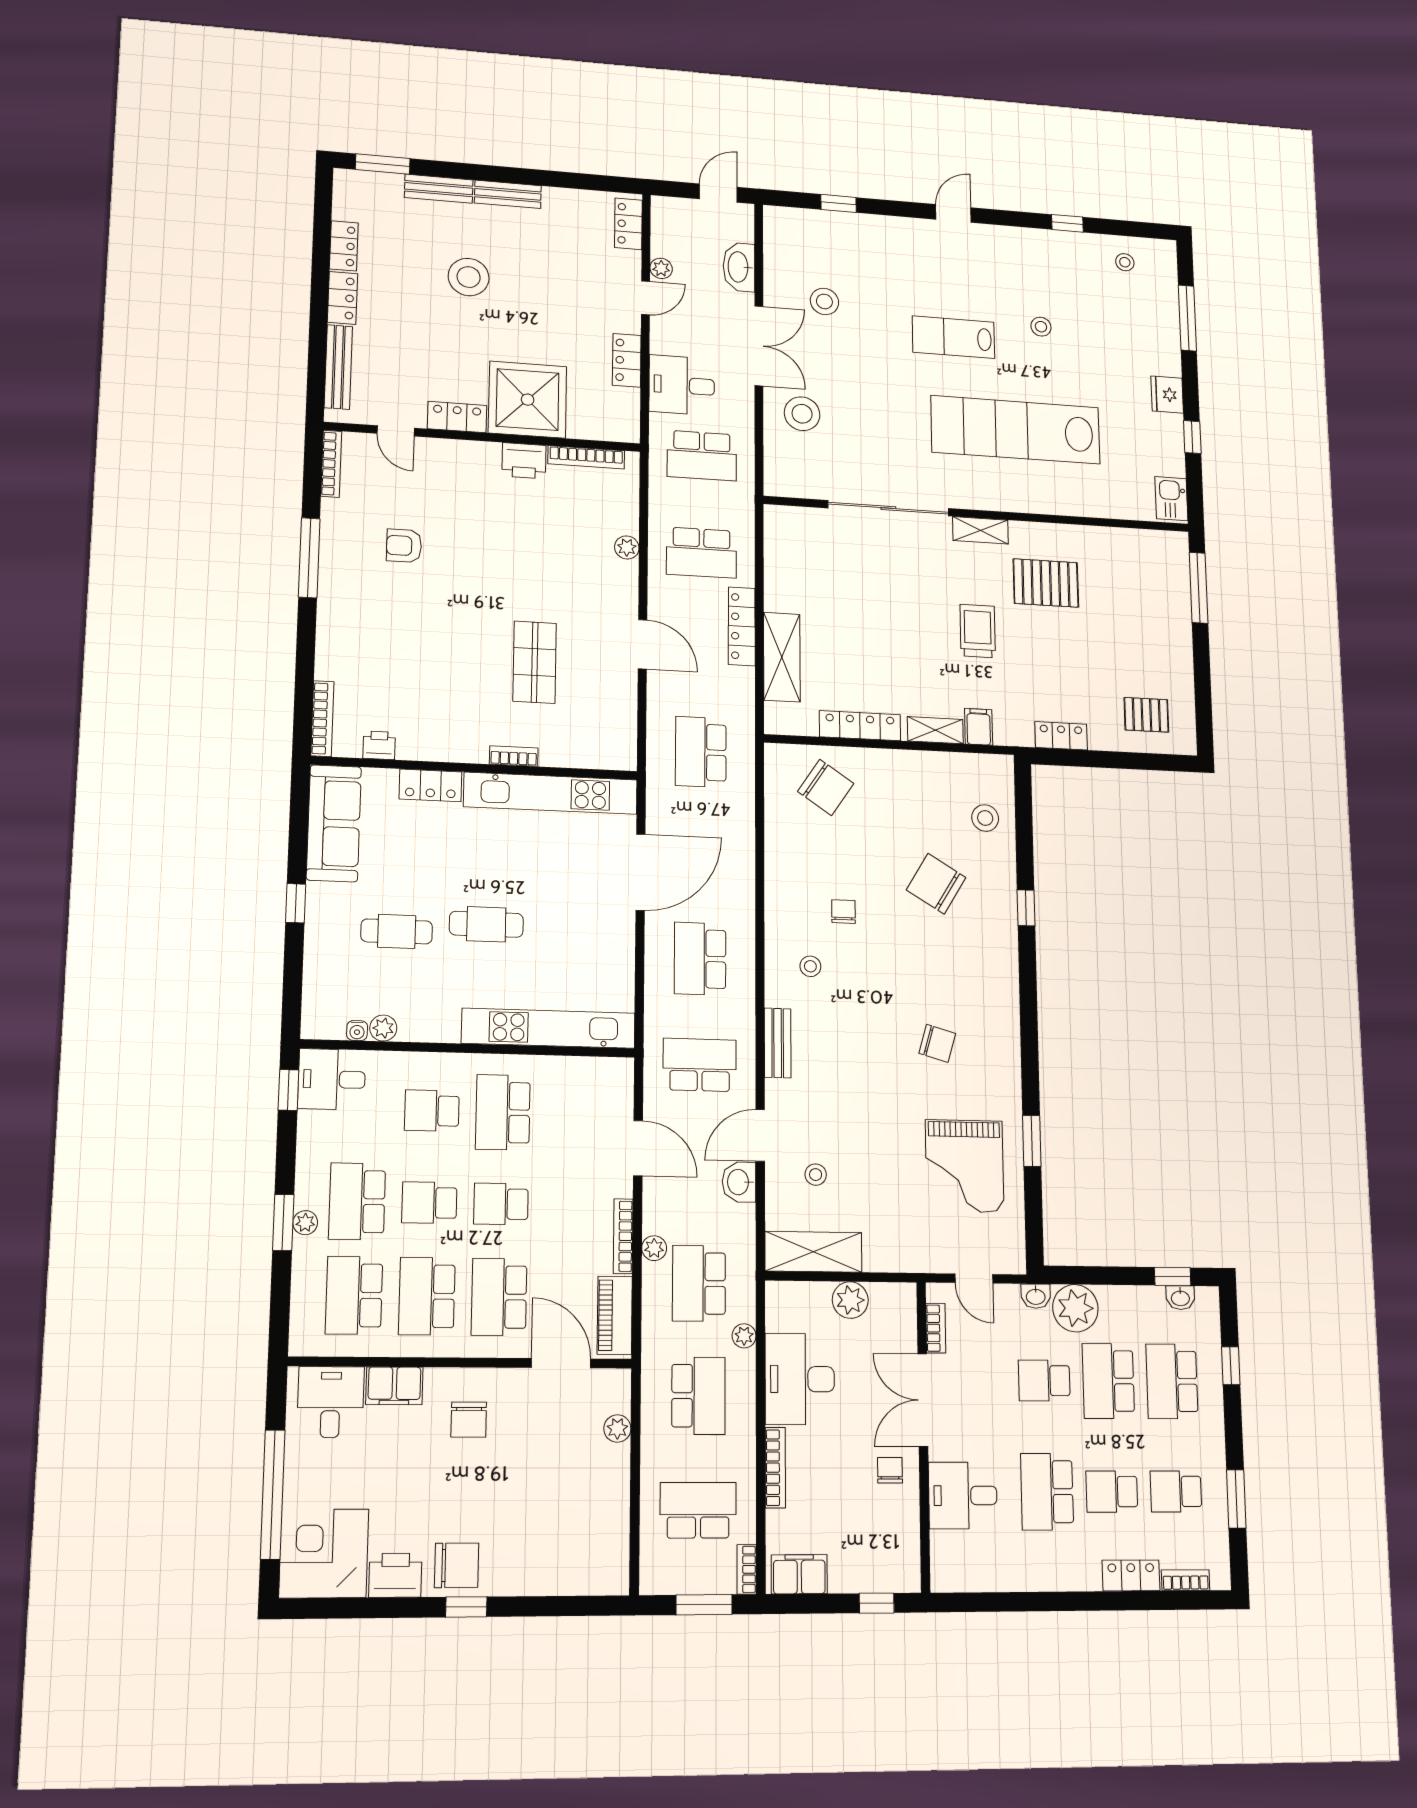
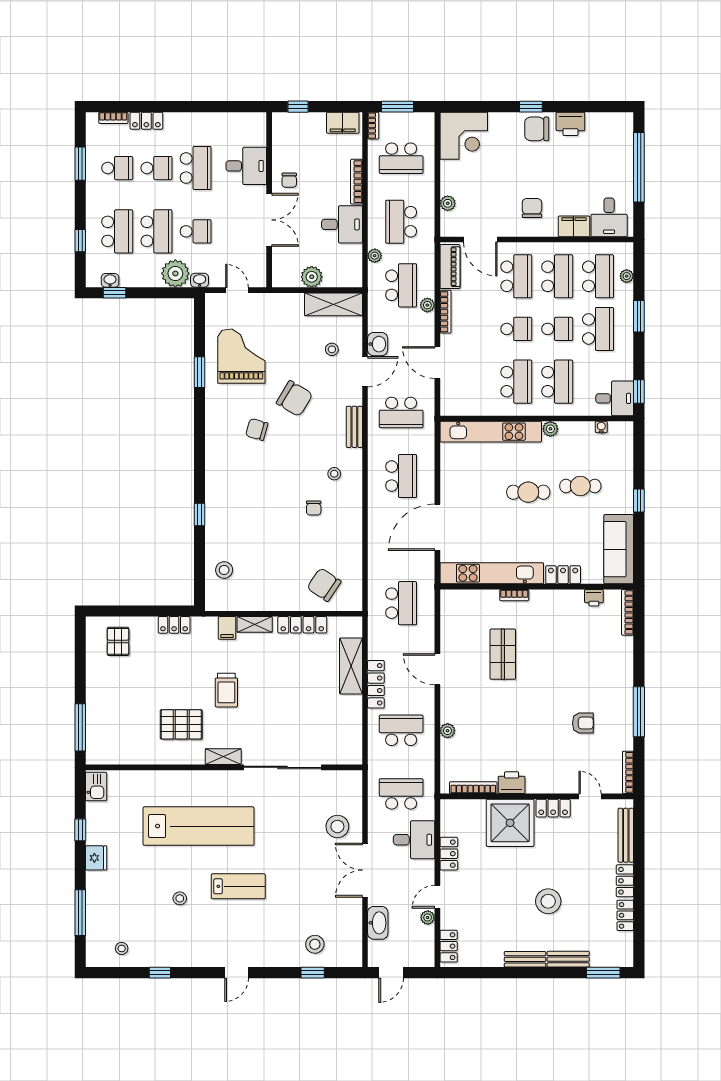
stool: (824, 301) -> (315, 944), moved
pallet: (1146, 715) -> (118, 641), turned 90
chair: (936, 884) -> (295, 399), moved
plant: (383, 1028) -> (550, 429), moved
school desk: (432, 1111) -> (557, 382), width x1.85
plant: (305, 1223) -> (627, 276), moved
bookcase: (936, 1328) -> (261, 261), removed
desk: (800, 1379) -> (342, 224), width x0.73
corner desk: (324, 1553) -> (464, 136), moved

